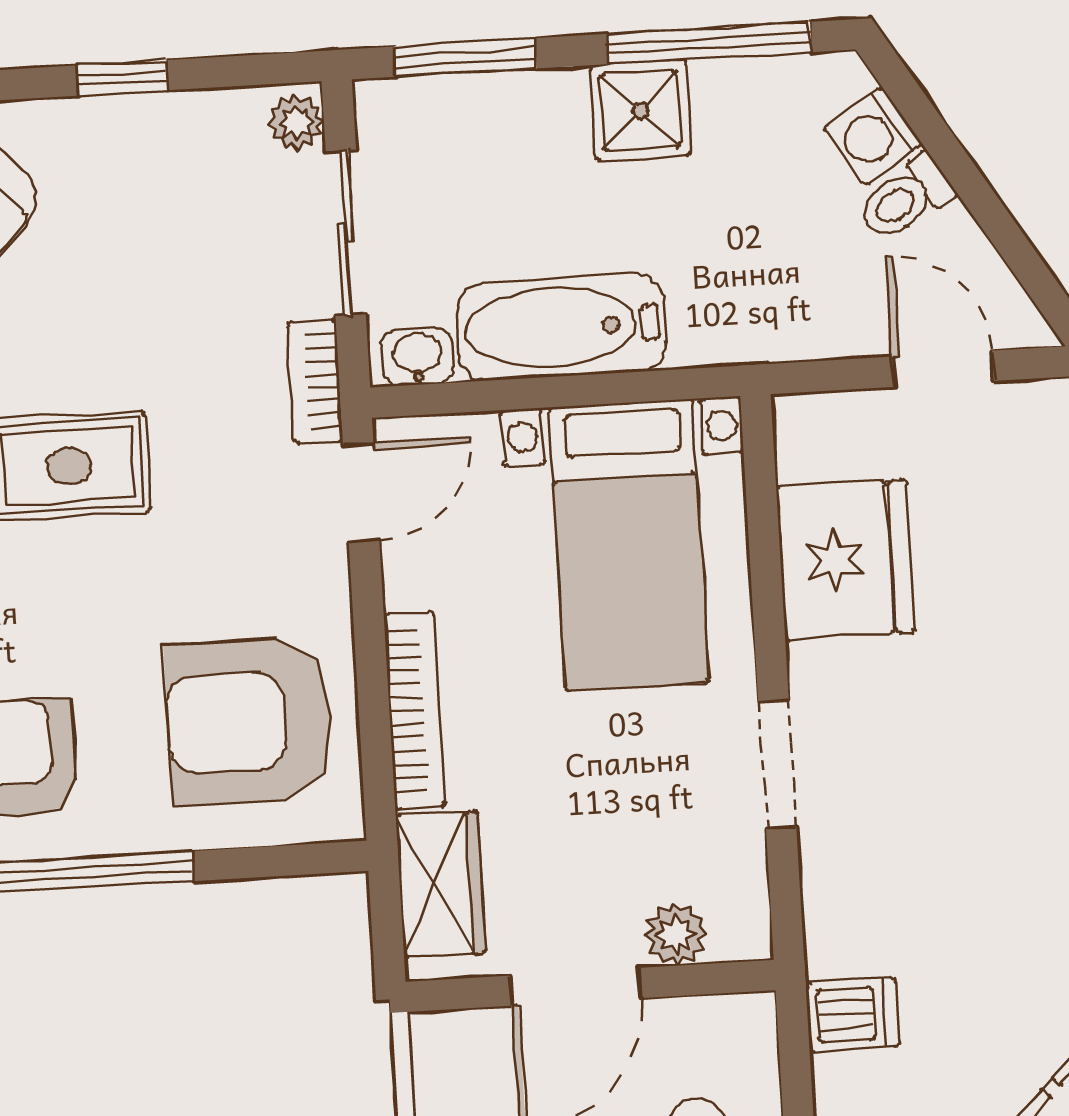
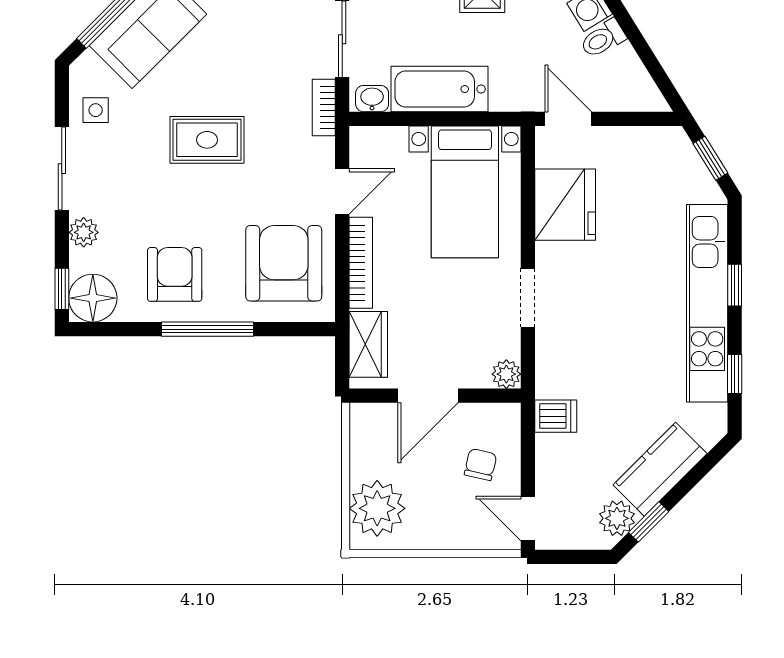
door: (943, 369) -> (568, 119), moved
door: (361, 493) -> (342, 191), moved
armchair: (249, 721) -> (284, 263), turned 90
plant: (676, 934) -> (506, 374), moved

